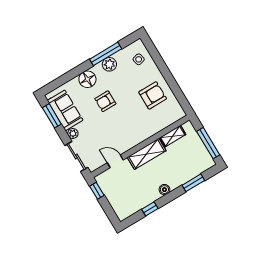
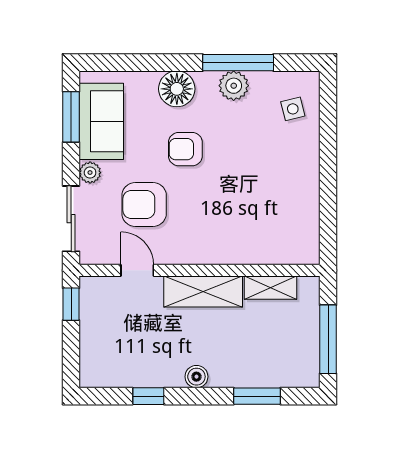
armchair: (153, 95) -> (144, 204), moved, turned 180

